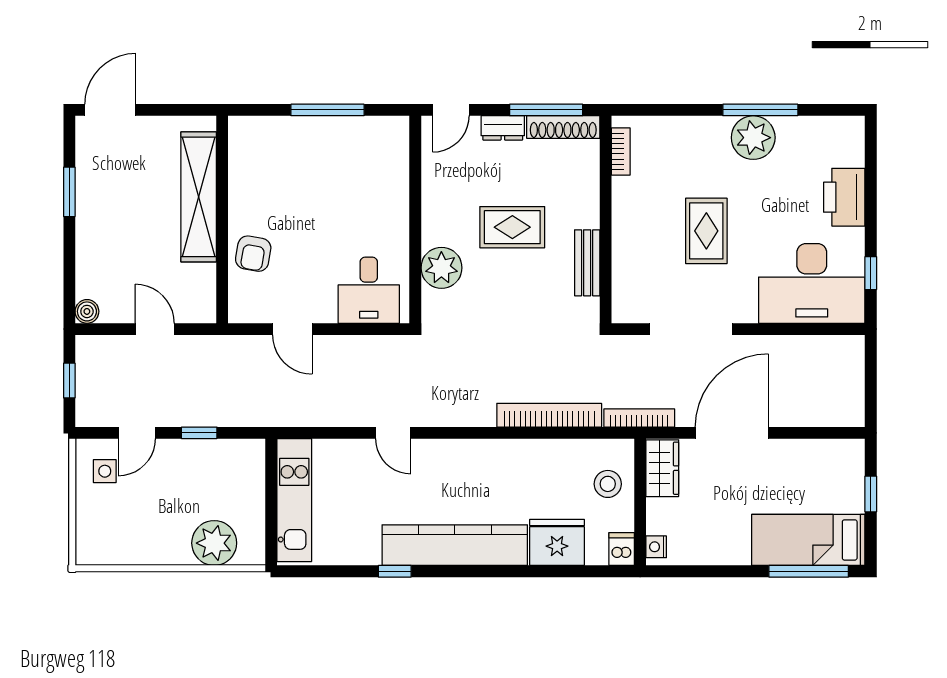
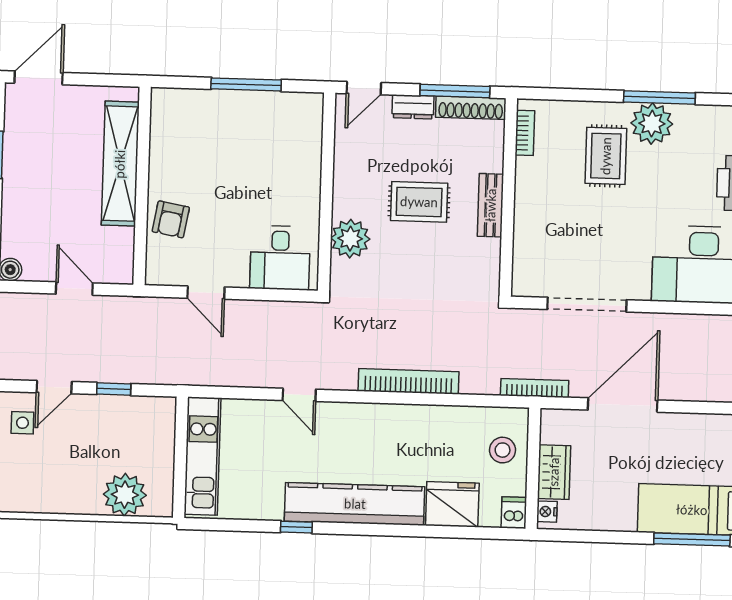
rug: (706, 231) -> (606, 156), moved
bench: (587, 263) -> (491, 205), moved
bookcase: (549, 415) -> (408, 381), moved
wardrobe: (662, 468) -> (554, 472), moved

